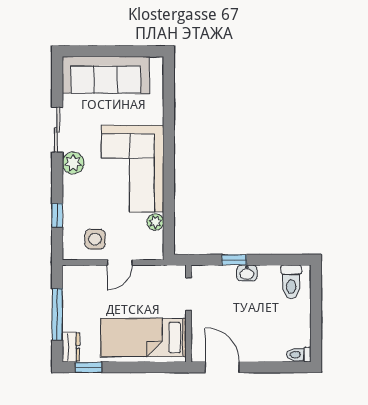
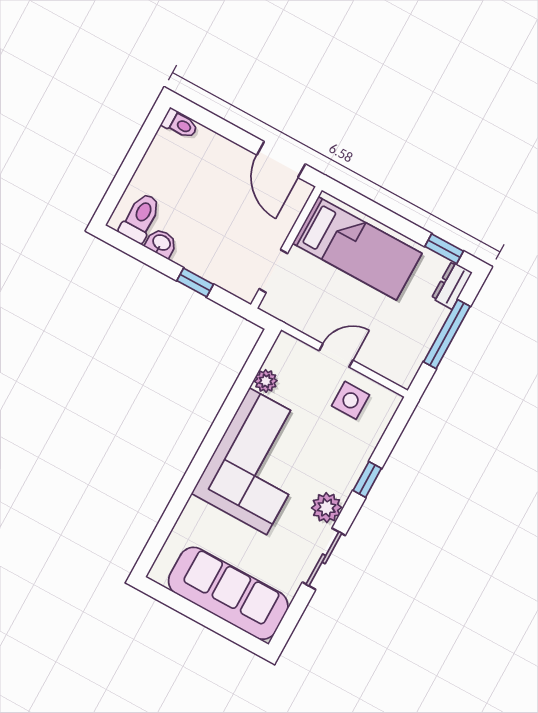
window: (57, 215) -> (367, 479), moved
washbasin: (247, 273) -> (161, 243), moved

